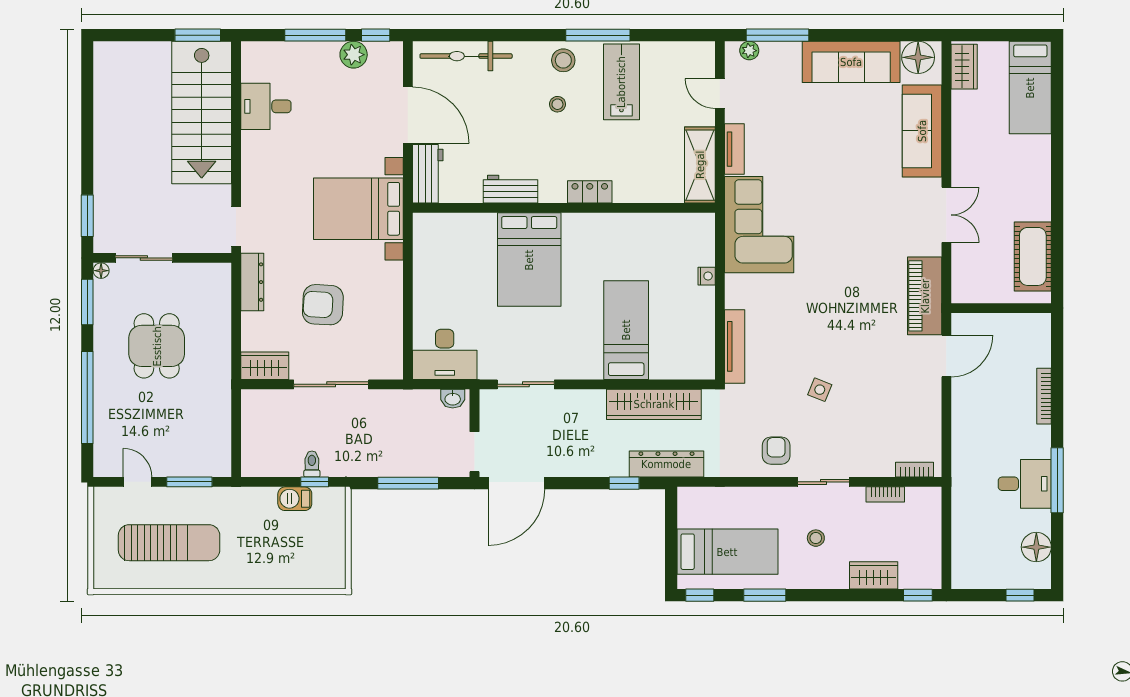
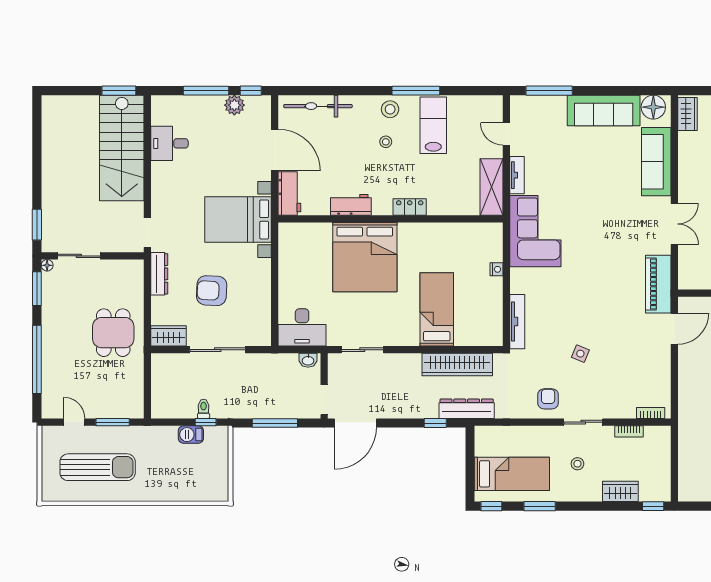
plant: (749, 51) -> (528, 102), removed
bed: (529, 260) -> (365, 257), width x1.36
dining table: (157, 346) -> (113, 333), moved

